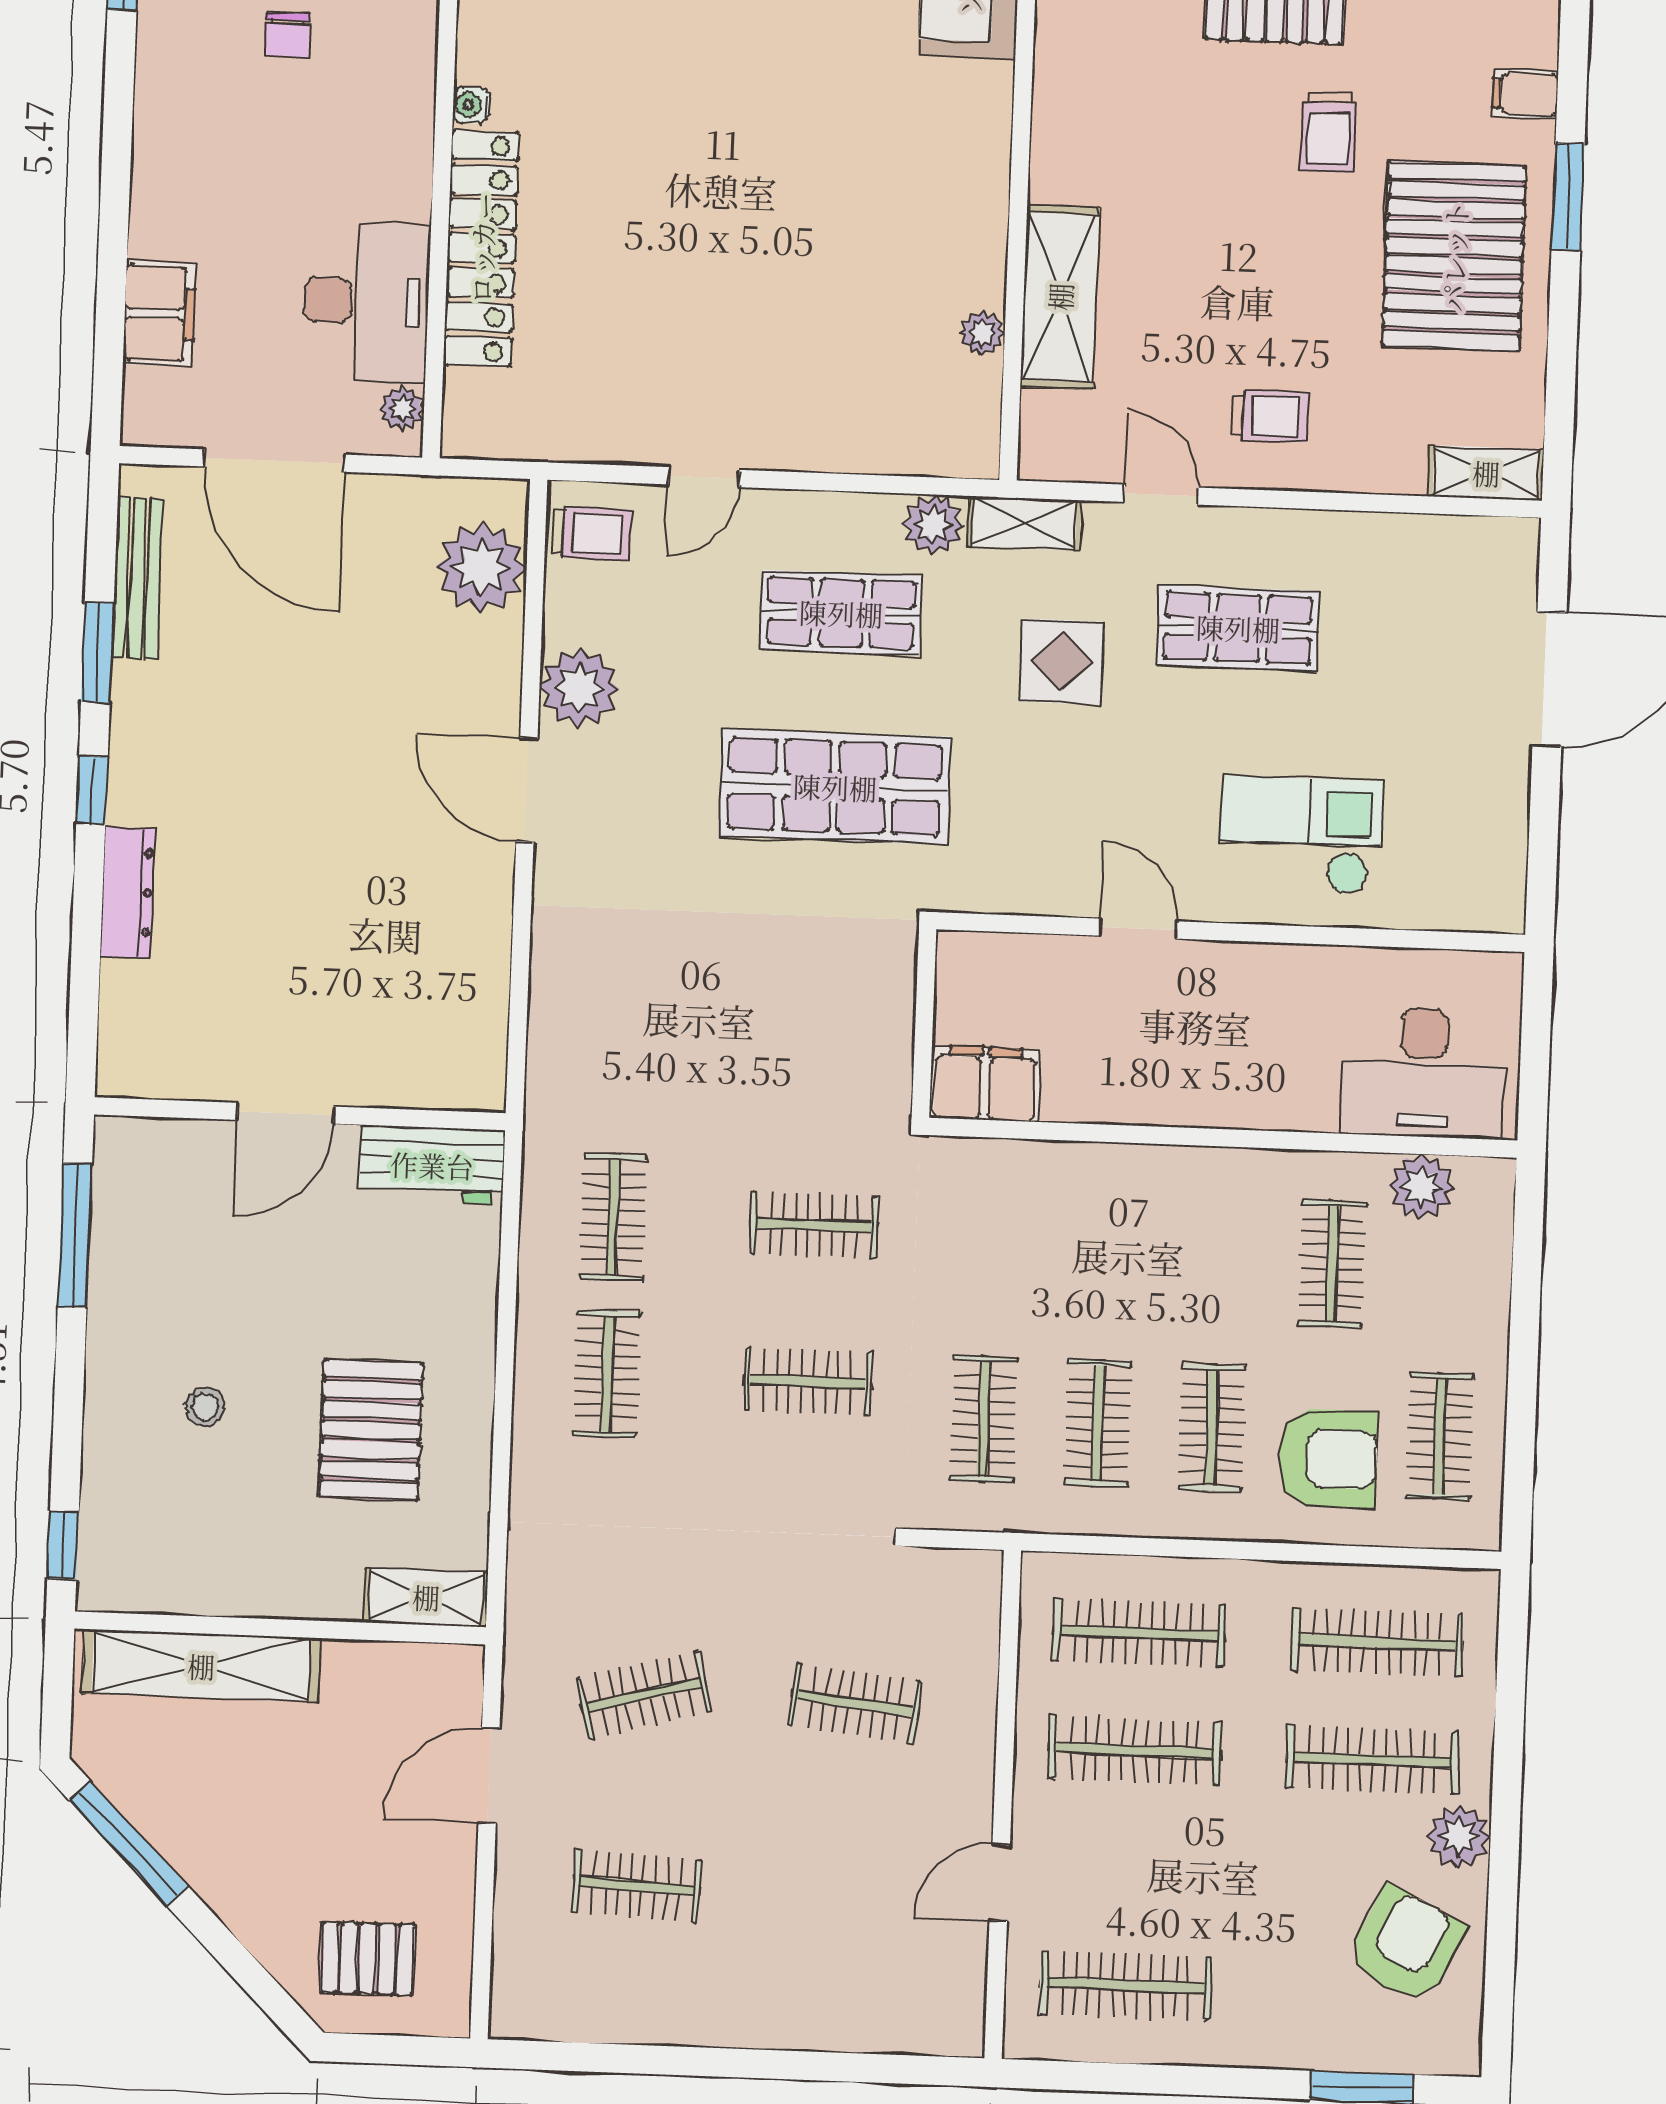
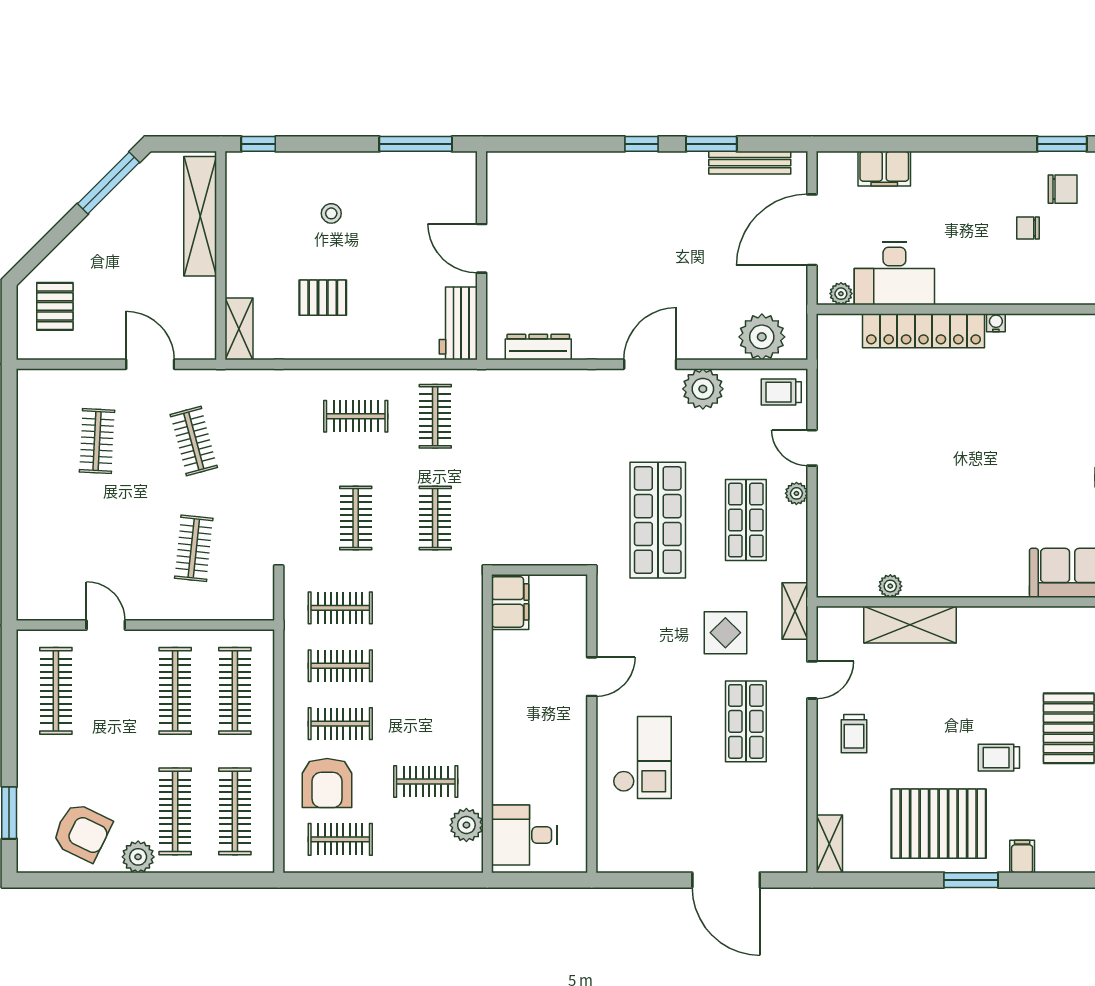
plant: (934, 525) -> (796, 493), moved, width x0.73, depth x0.73
trolley: (592, 533) -> (781, 392), turned 89
dresser: (128, 892) -> (538, 347), moved, turned 180
desk: (1423, 1073) -> (524, 835), width x0.73
clothes rail: (613, 1217) -> (435, 416), turned 90
pallet: (371, 1430) -> (323, 298), width x0.67, depth x0.71

